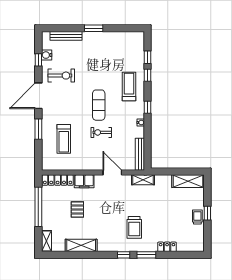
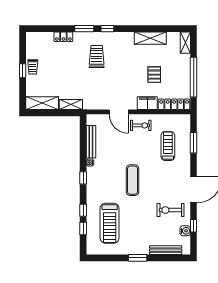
treadmill: (129, 87) -> (110, 223), moved, width x1.37, depth x1.38
window: (38, 129) -> (194, 143), moved
exercise bike: (101, 132) -> (141, 125), moved
bench: (140, 154) -> (91, 142), moved
shelving: (143, 180) -> (71, 105), moved

